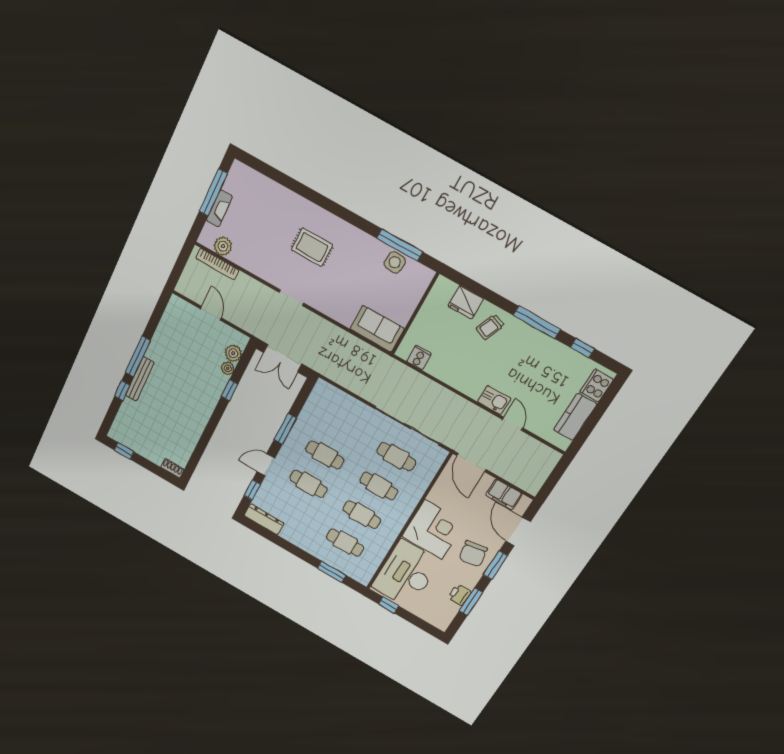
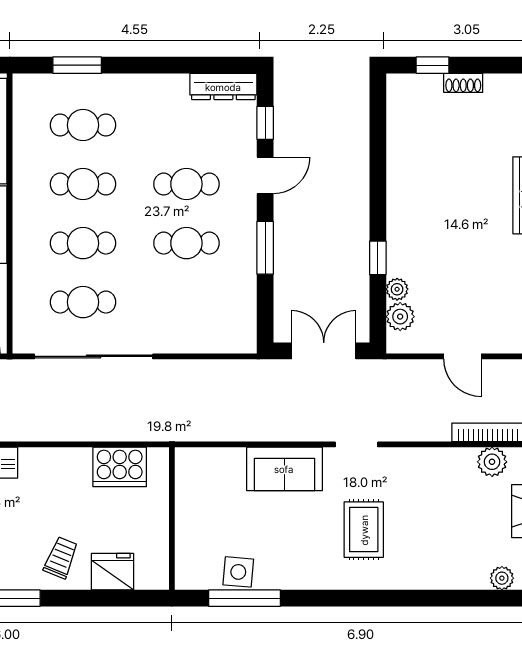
plant: (249, 176) -> (502, 578), added
rug: (312, 247) -> (364, 530), turned 90
sofa: (377, 329) -> (284, 469), moved
cooker: (419, 357) -> (120, 467), width x1.87, depth x1.31
window: (124, 451) -> (433, 65), moved
shoe rack: (172, 468) -> (463, 83), moved

